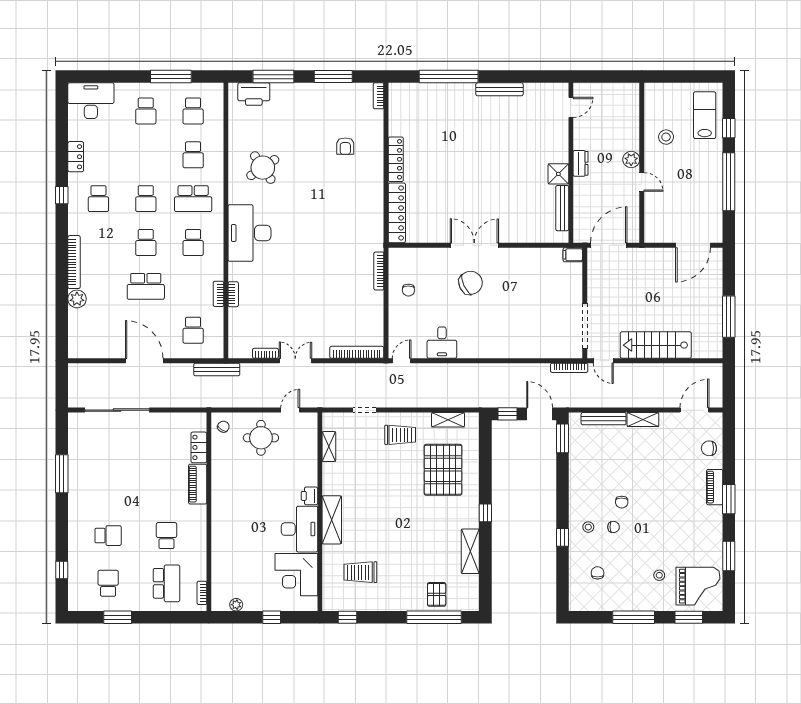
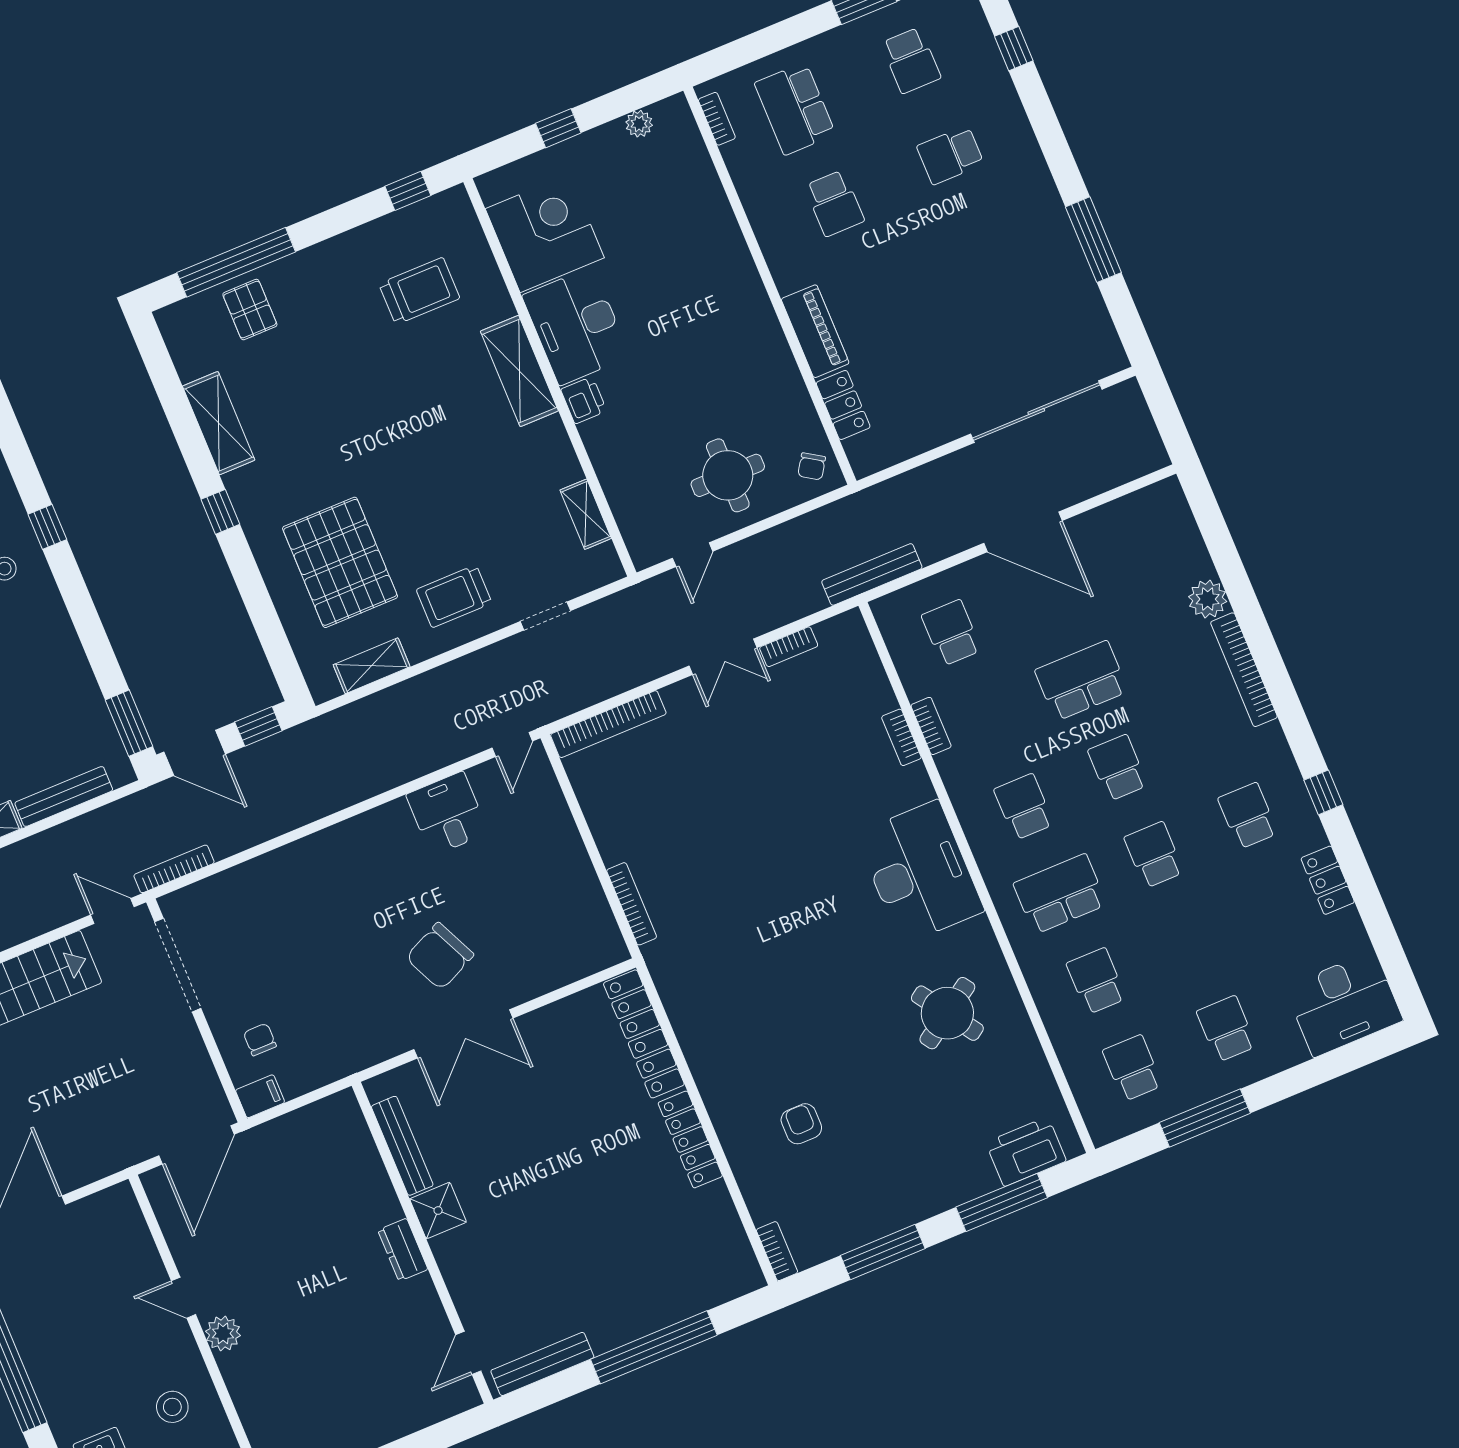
door: (571, 107) -> (468, 1353), moved
wall: (571, 163) -> (422, 1243), moved
dresser: (581, 163) -> (403, 1250), moved
shower: (558, 174) -> (438, 1210), moved
bench: (562, 208) -> (402, 1146), moved
chair: (408, 290) -> (260, 1040), moved

